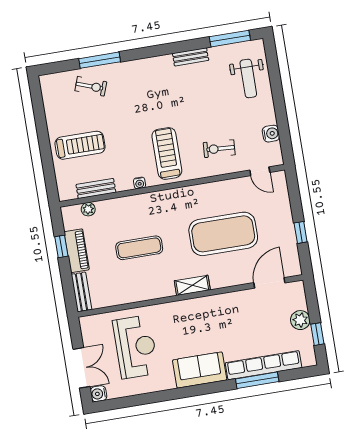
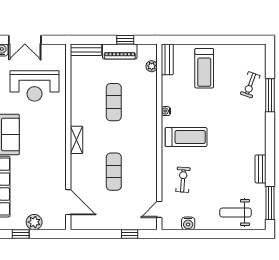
bench: (96, 188) -> (167, 59), moved
window: (301, 232) -> (130, 234), moved
exercise mat: (223, 234) -> (114, 172), width x0.50, depth x0.69

